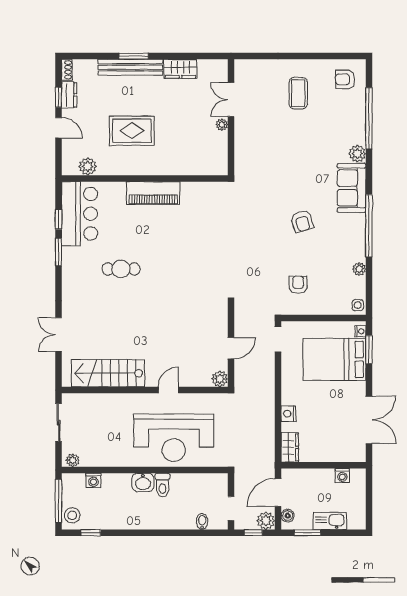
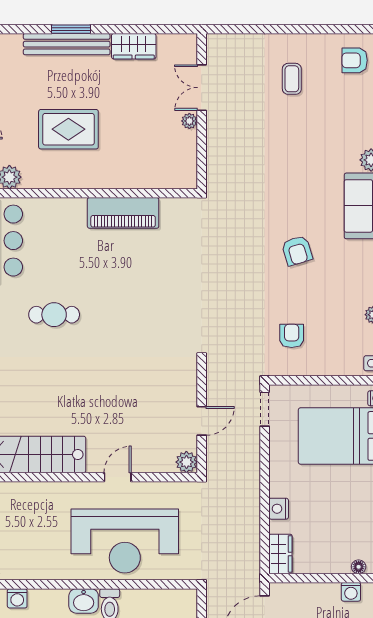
coffee table: (298, 93) -> (292, 79), width x0.73, depth x0.77
piano: (153, 193) -> (123, 213), moved
floor lamp: (348, 457) -> (359, 567), added

